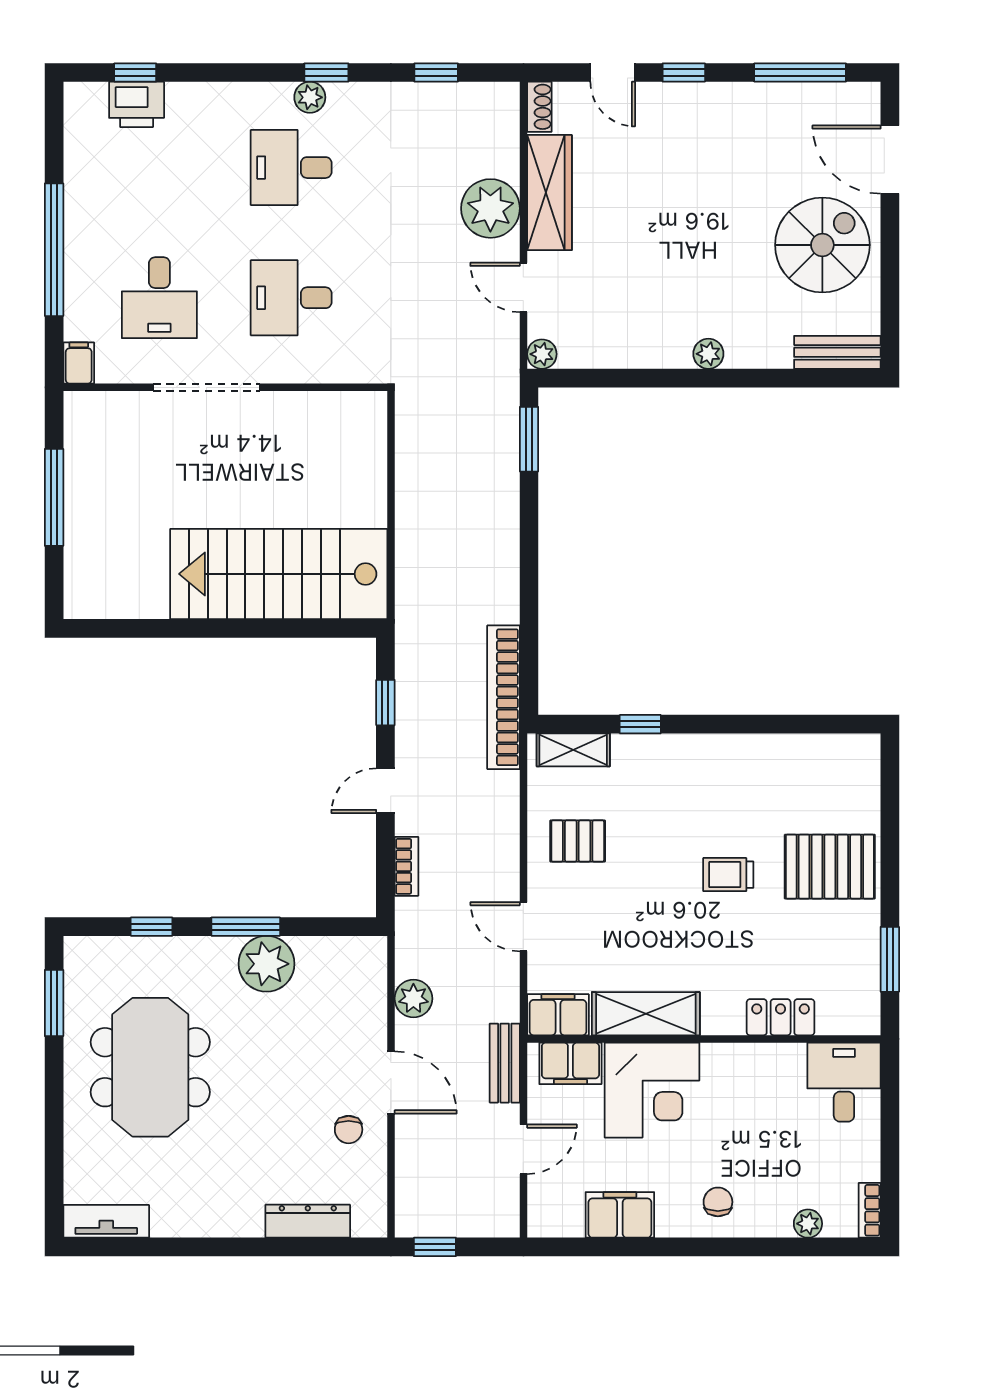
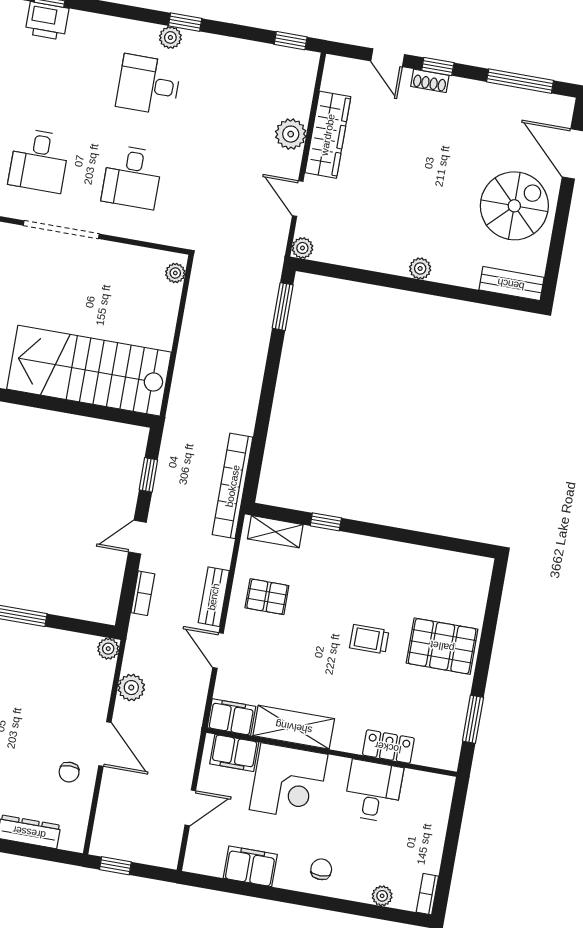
window: (436, 72) -> (291, 41), moved
shoe rack: (539, 107) -> (430, 81), moved, turned 90
plant: (490, 208) -> (291, 134), width x0.73, depth x0.73
desk: (291, 298) -> (132, 177), turned -90
plant: (373, 419) -> (175, 273), added
plant: (266, 964) -> (108, 649), moved, width x0.53, depth x0.53
bench: (505, 1063) -> (214, 597), moved
desk: (844, 1082) -> (373, 791), moved

